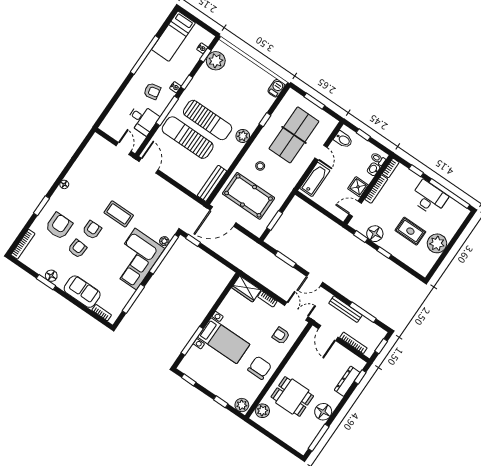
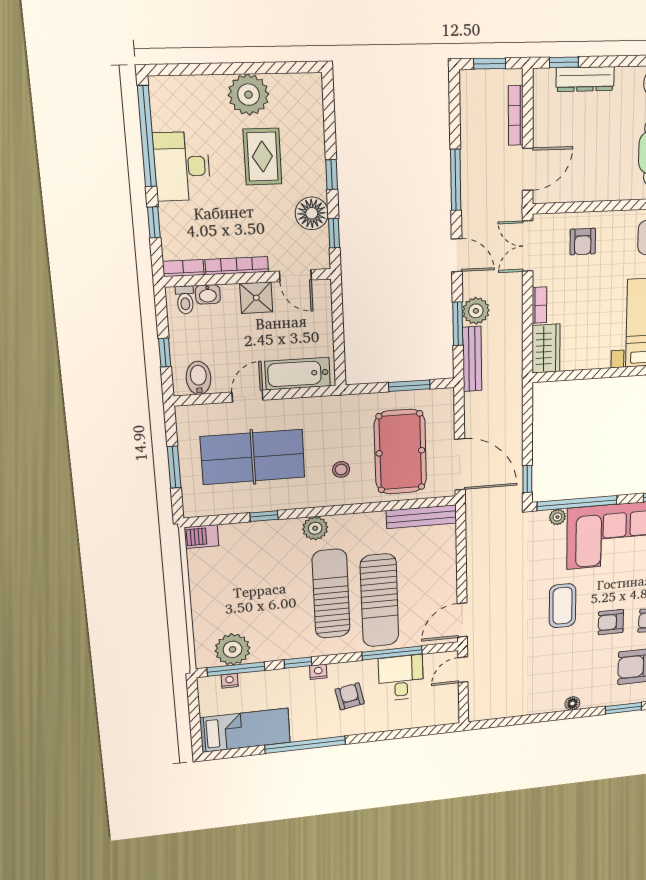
window: (205, 55) -> (236, 669), width x2.17
window: (167, 111) -> (392, 653), moved
plant: (285, 271) -> (476, 311), added
bench: (345, 309) -> (472, 359), moved
window: (363, 312) -> (456, 180), moved

